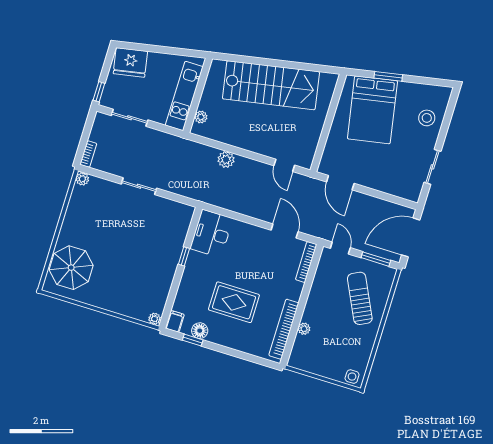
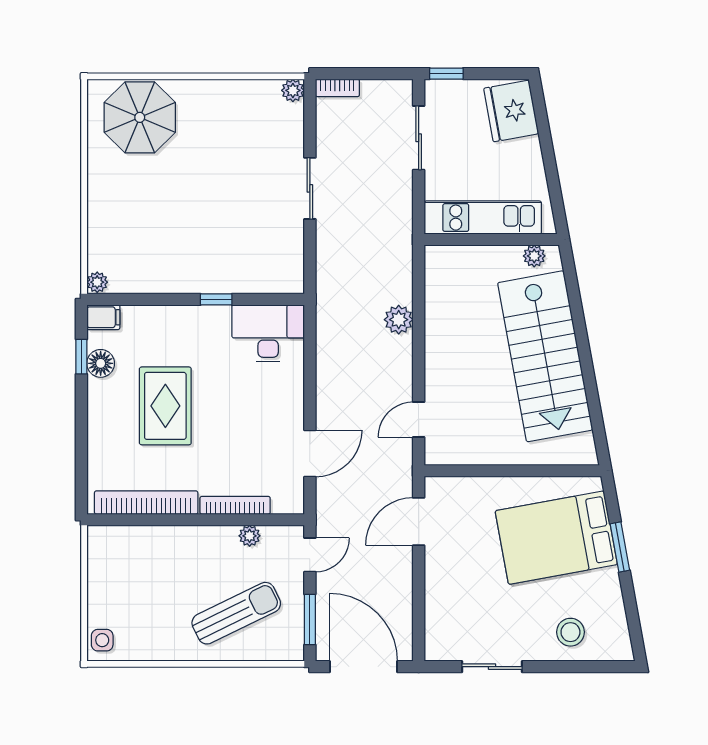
plant: (201, 117) -> (534, 256), moved
bookcase: (306, 262) -> (235, 505), moved
plant: (304, 329) -> (250, 536), moved

